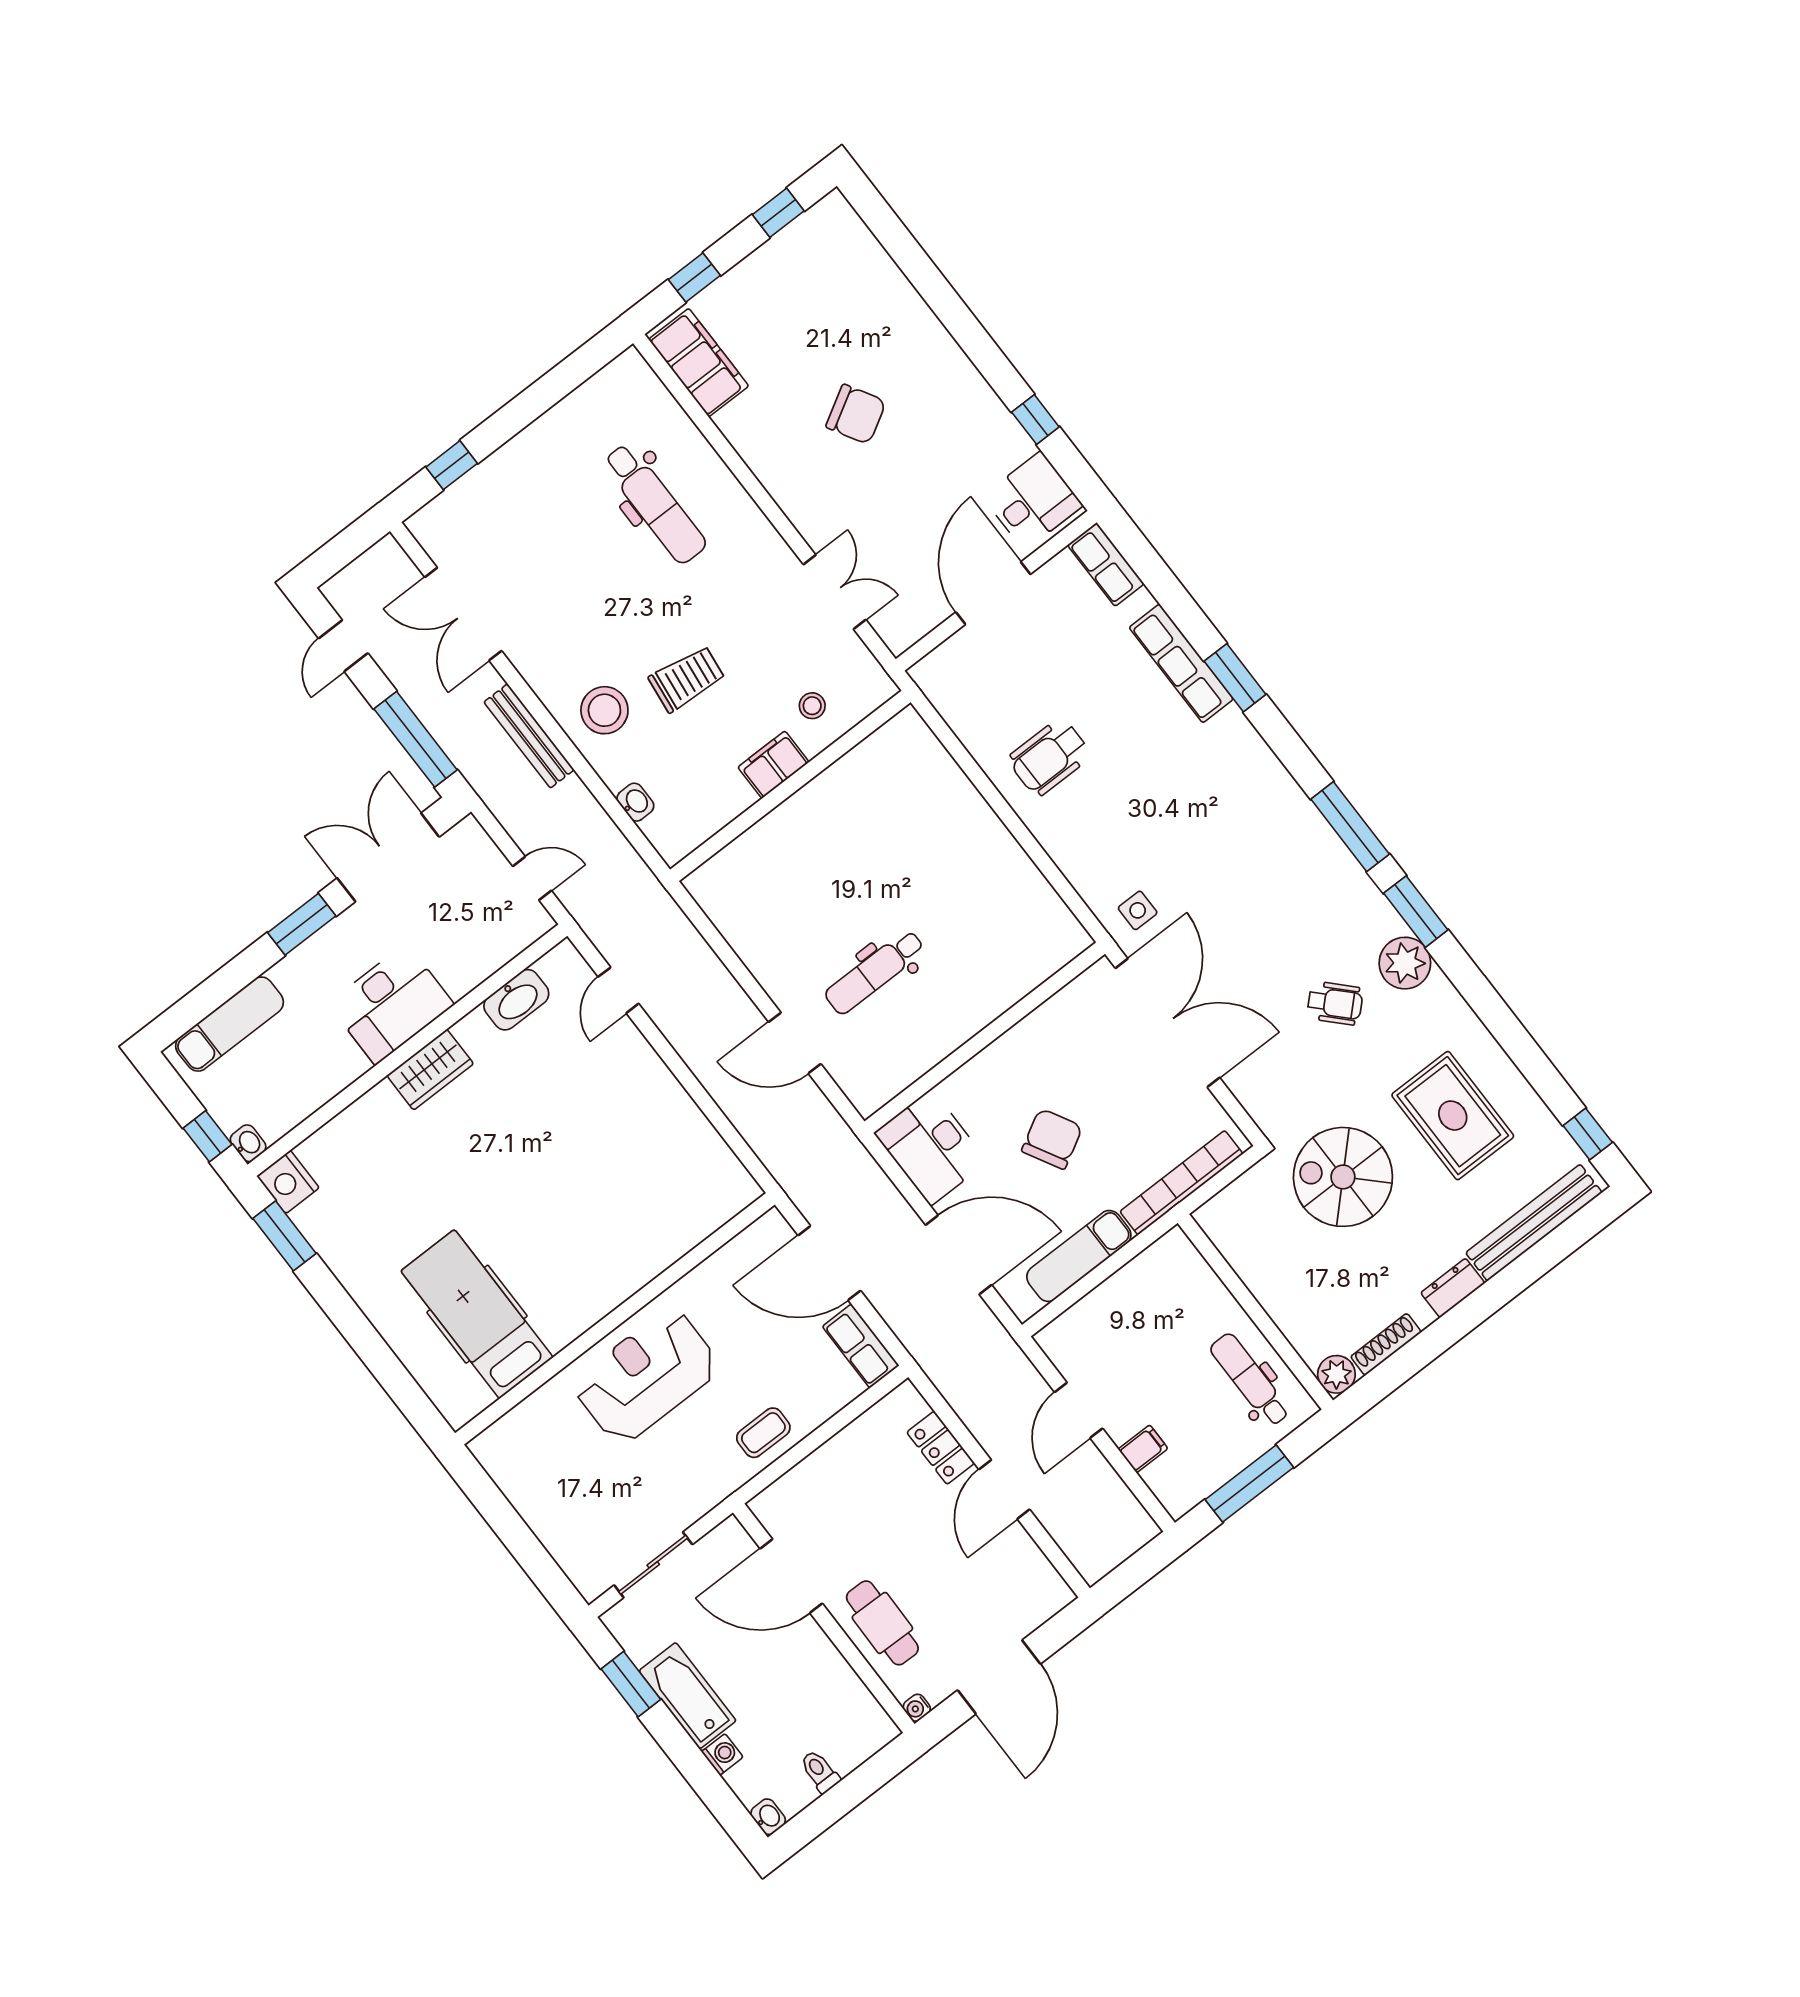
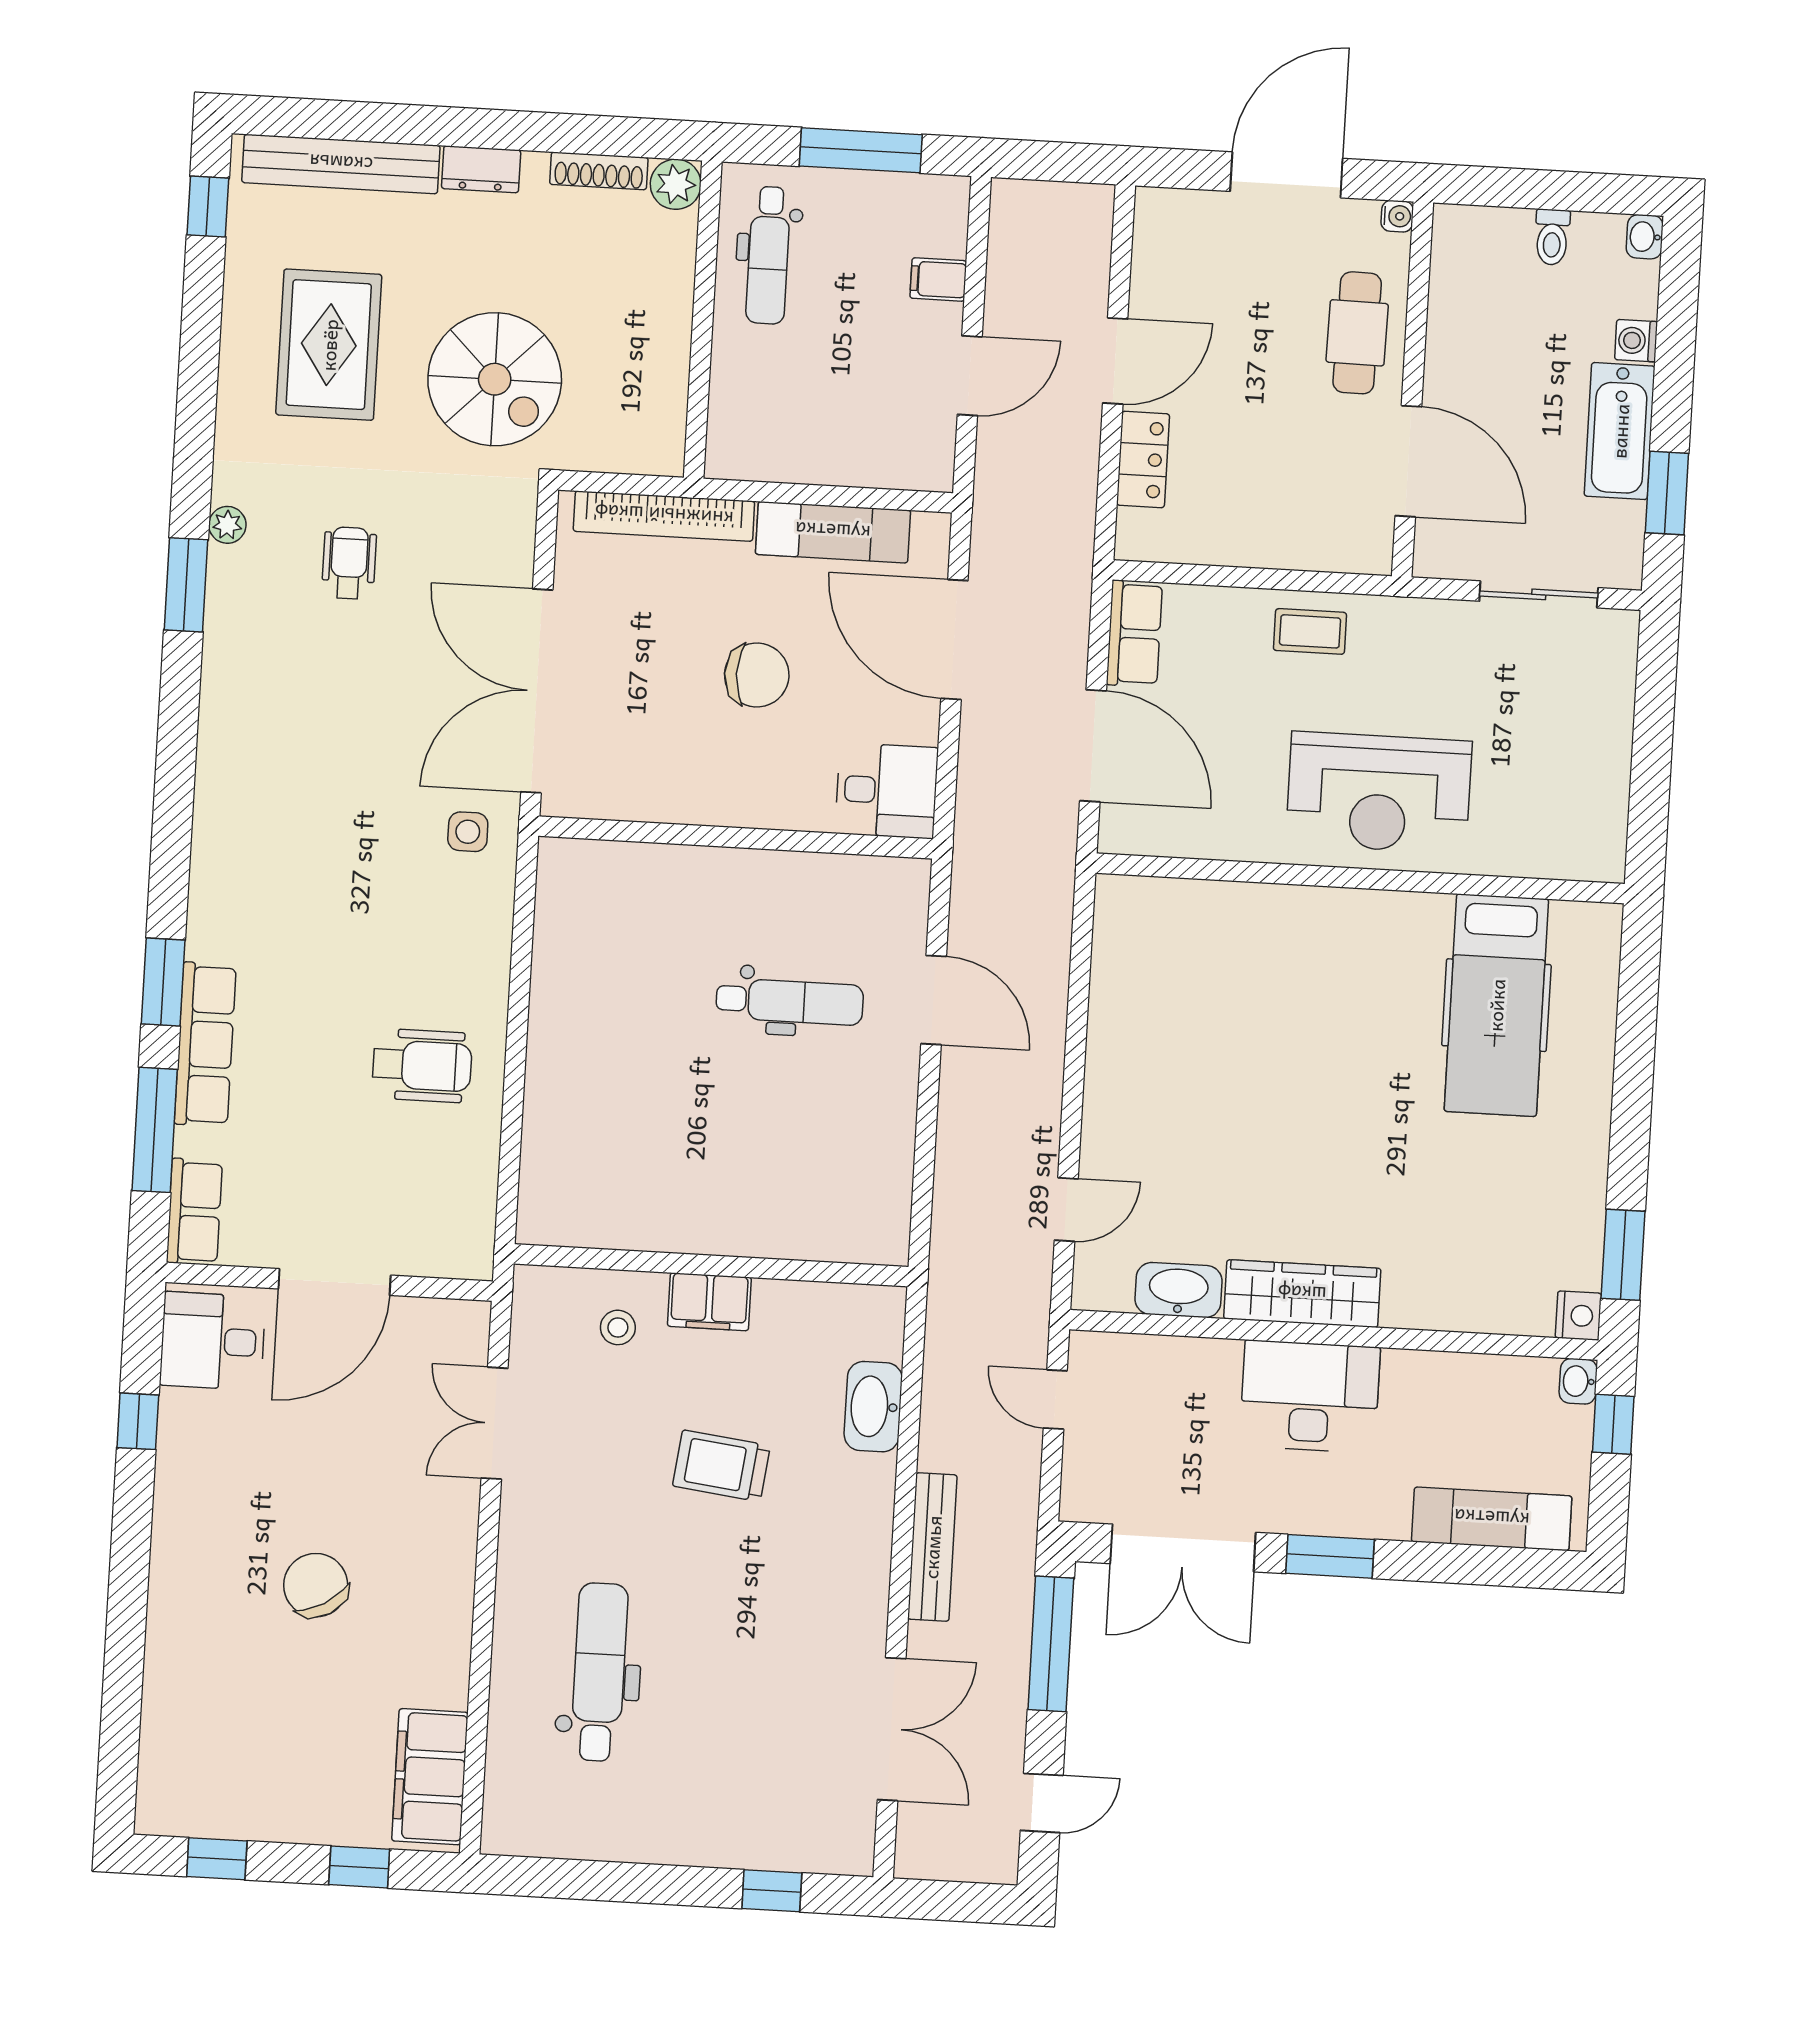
stool: (604, 710) -> (833, 1506), removed
washbasin: (635, 802) -> (873, 1407), width x1.91, depth x1.45
window: (1350, 827) -> (155, 1130), moved
plant: (1405, 963) -> (227, 525), width x0.53, depth x0.53
wheelchair: (1335, 1003) -> (349, 563), turned 44
wardrobe: (430, 1070) -> (1302, 1294), width x1.50
chair: (1052, 1139) -> (757, 675), turned -151
desk: (931, 1147) -> (887, 791), width x0.73
nightstand: (288, 1182) -> (1578, 1316), width x0.74, depth x0.75

